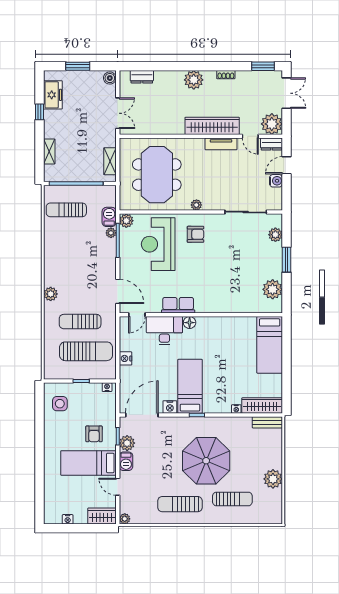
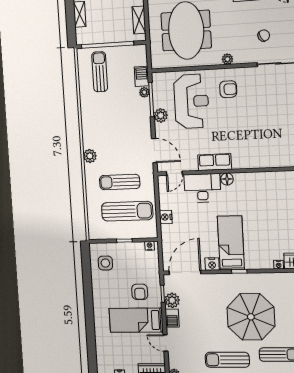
chair: (233, 184) -> (264, 36), added
sun lounger: (66, 210) -> (100, 72), turned 90
plant: (126, 221) -> (161, 115), moved
reception desk: (158, 244) -> (191, 101), turned 180

